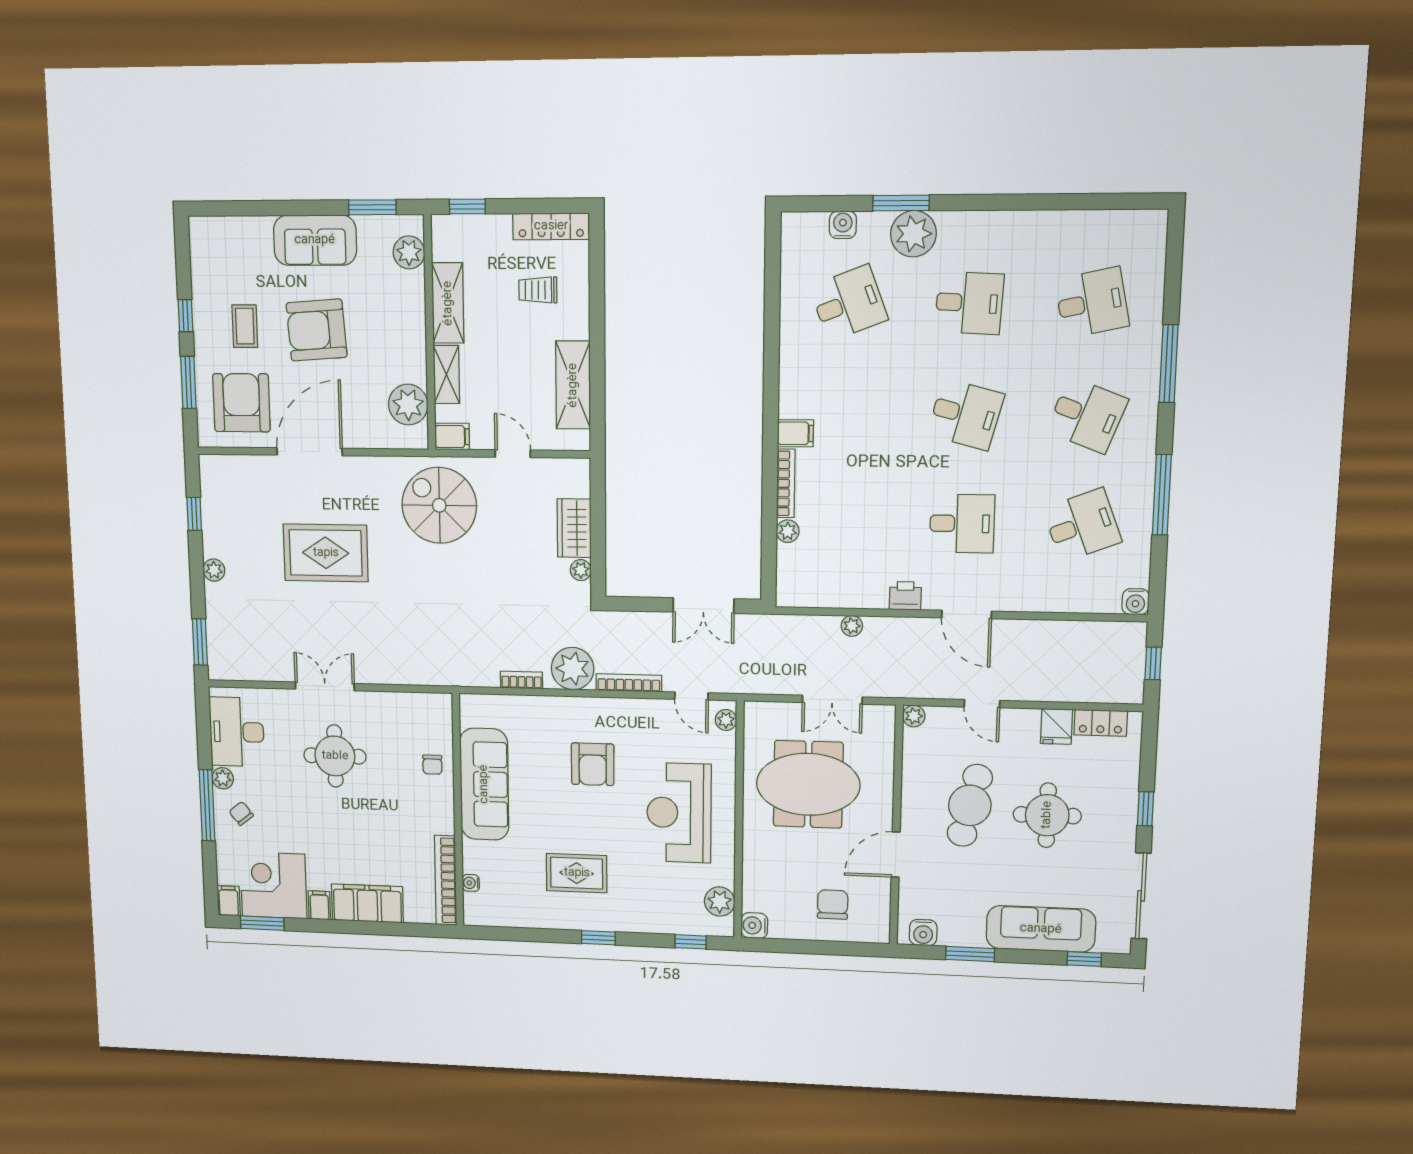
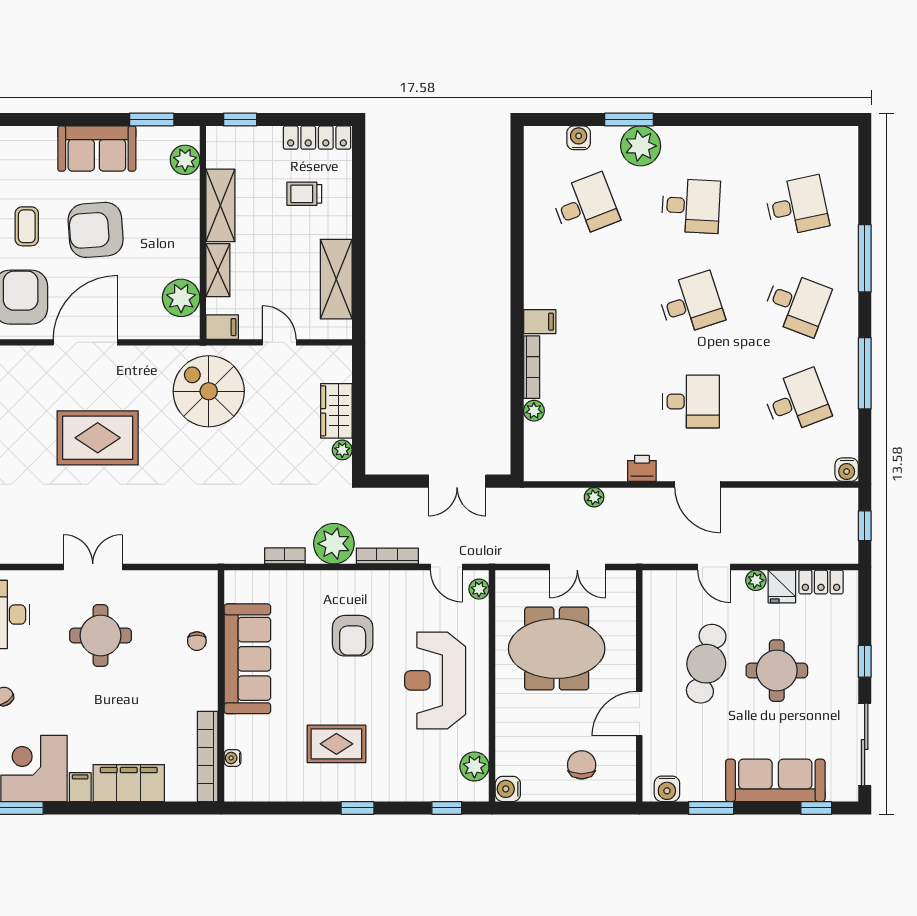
desk: (966, 414) -> (691, 304), turned -33
plant: (914, 716) -> (756, 580), moved

